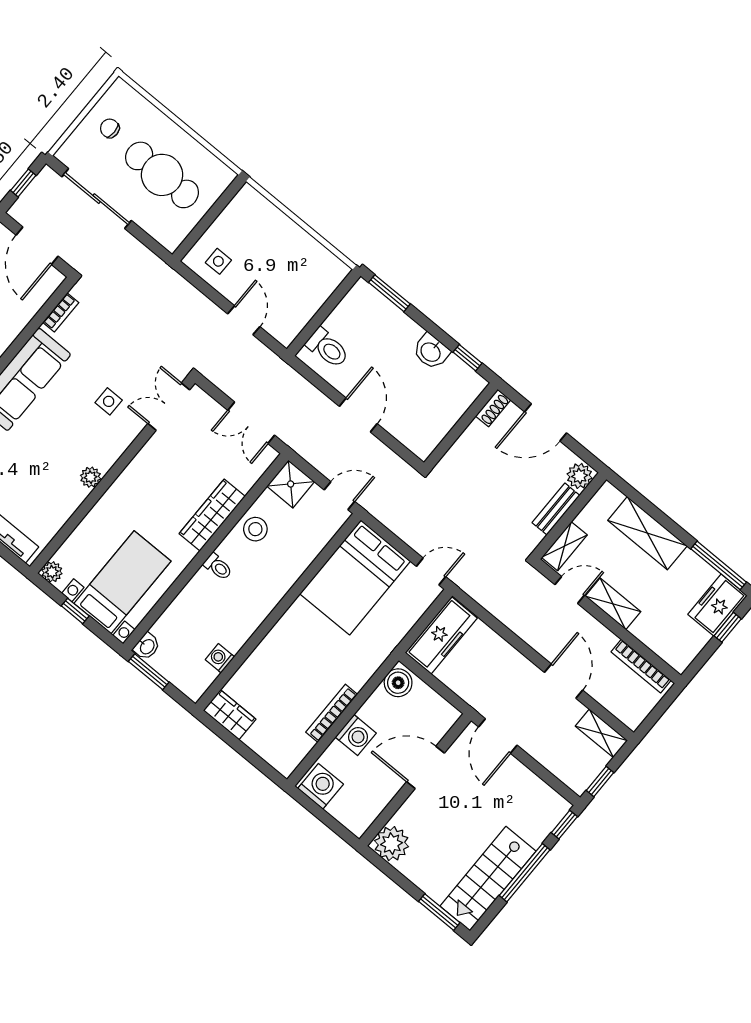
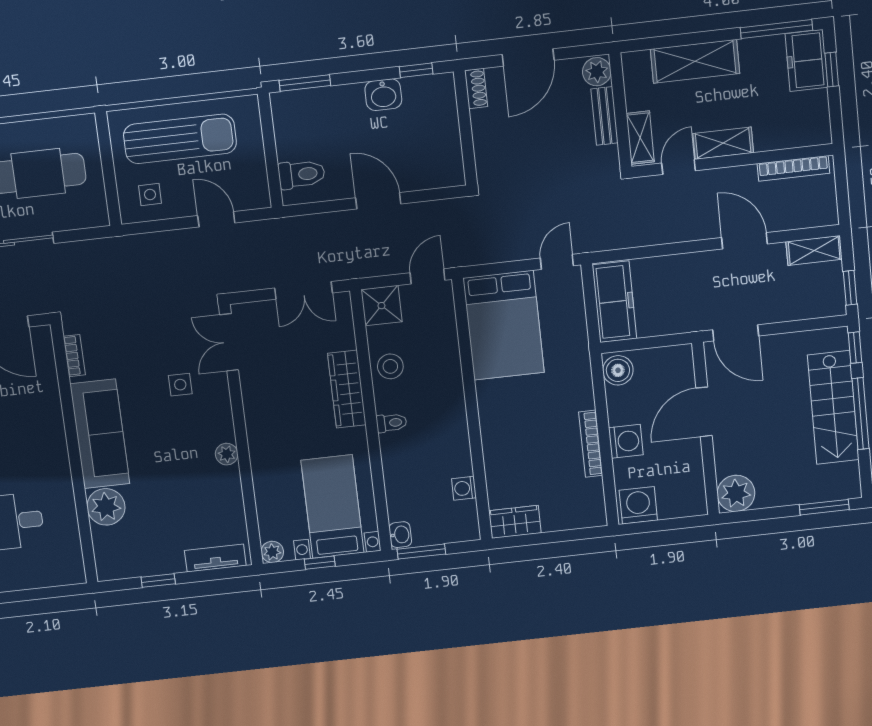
sun lounger: (274, 246) -> (180, 139), added
stairs: (488, 879) -> (833, 407), moved

